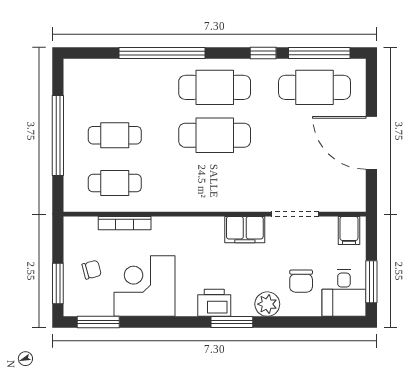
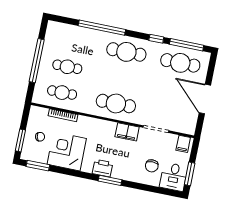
cafe table: (215, 135) -> (116, 104), moved
plant: (267, 304) -> (131, 175), removed

